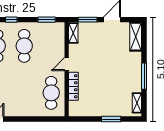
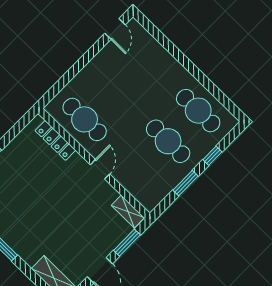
window: (47, 20) -> (186, 183), moved
locker: (73, 86) -> (55, 140), moved

